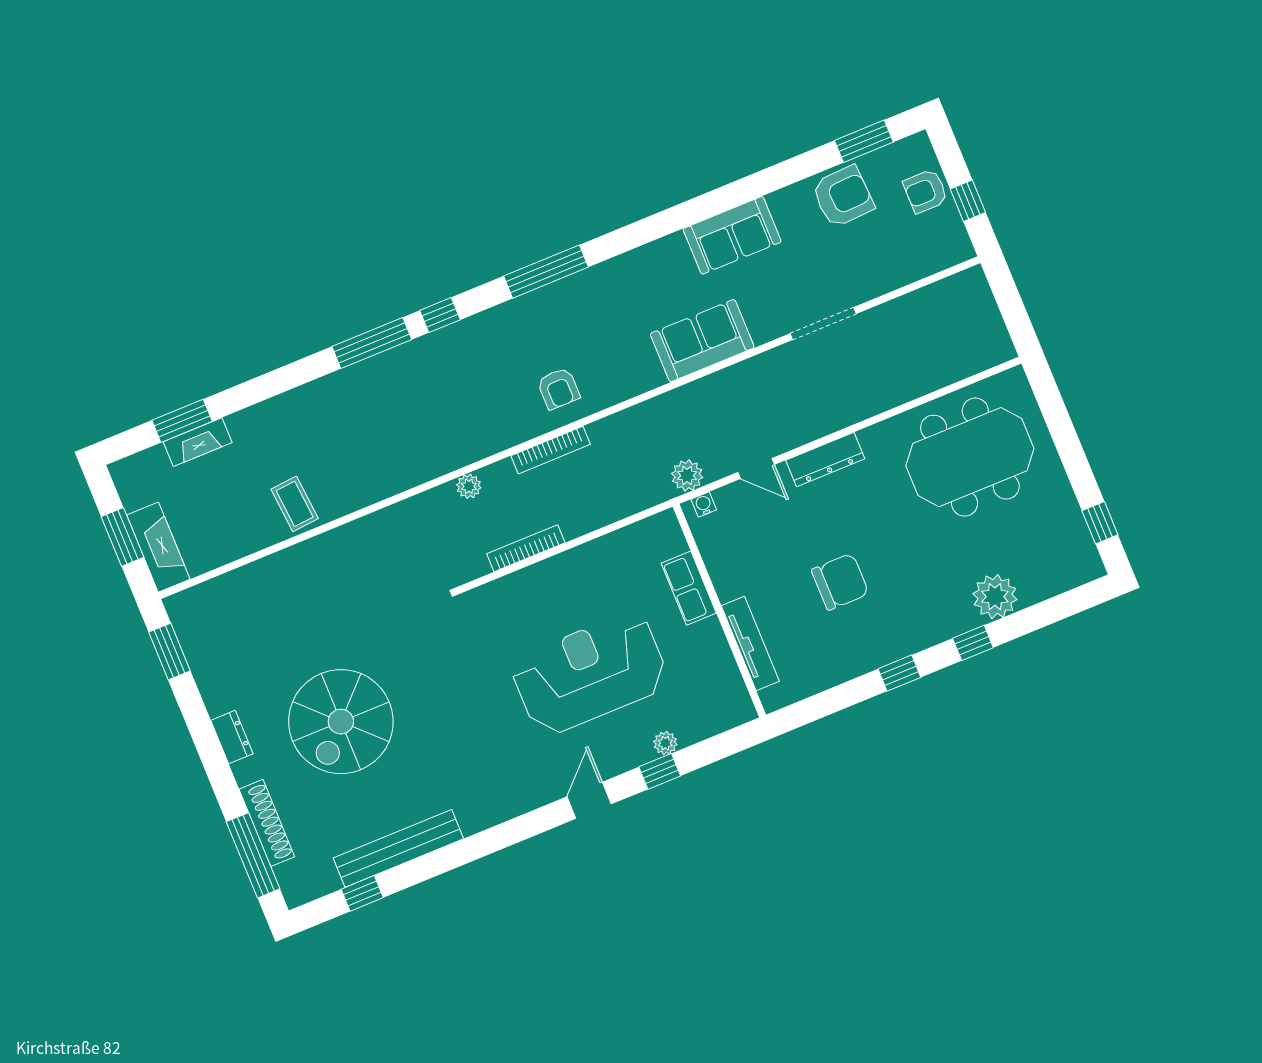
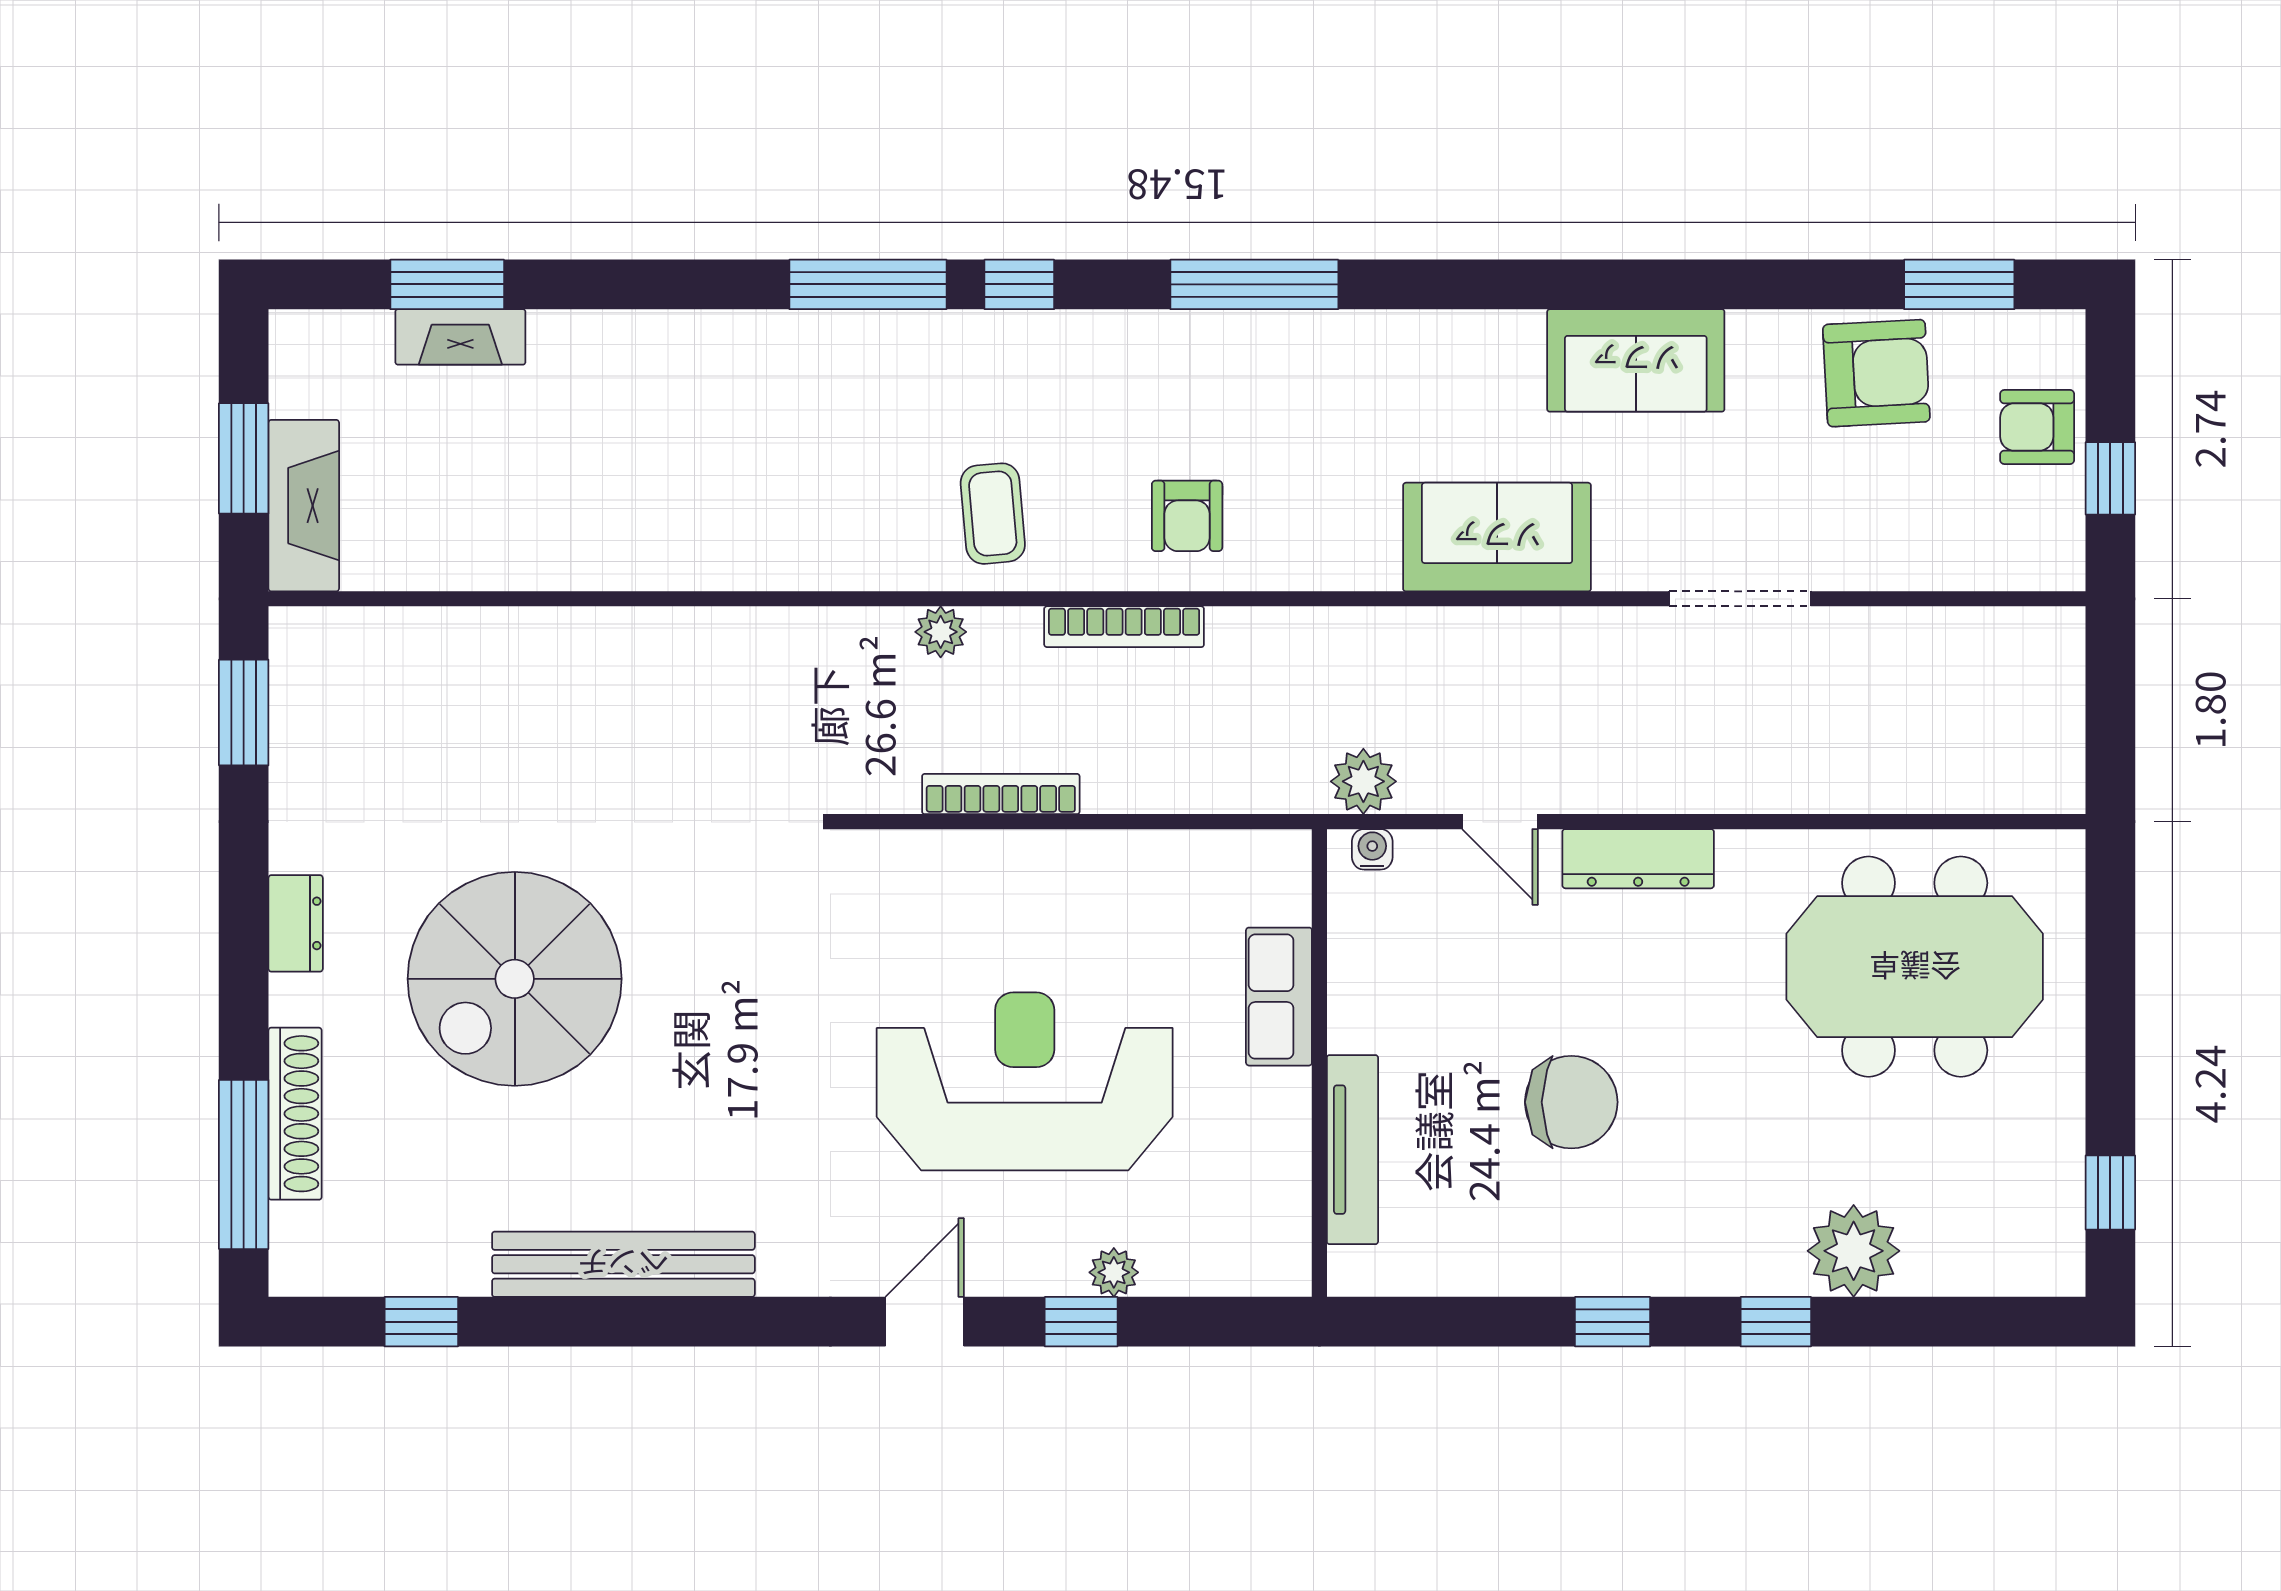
coffee table: (295, 504) -> (993, 514), moved
bench: (398, 848) -> (623, 1264), moved

